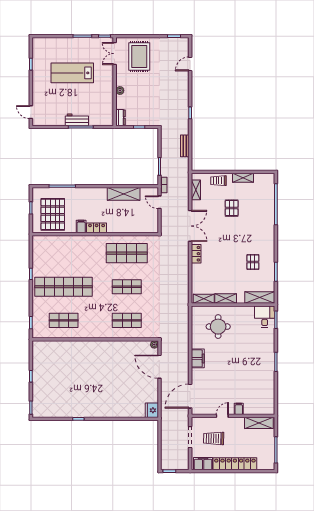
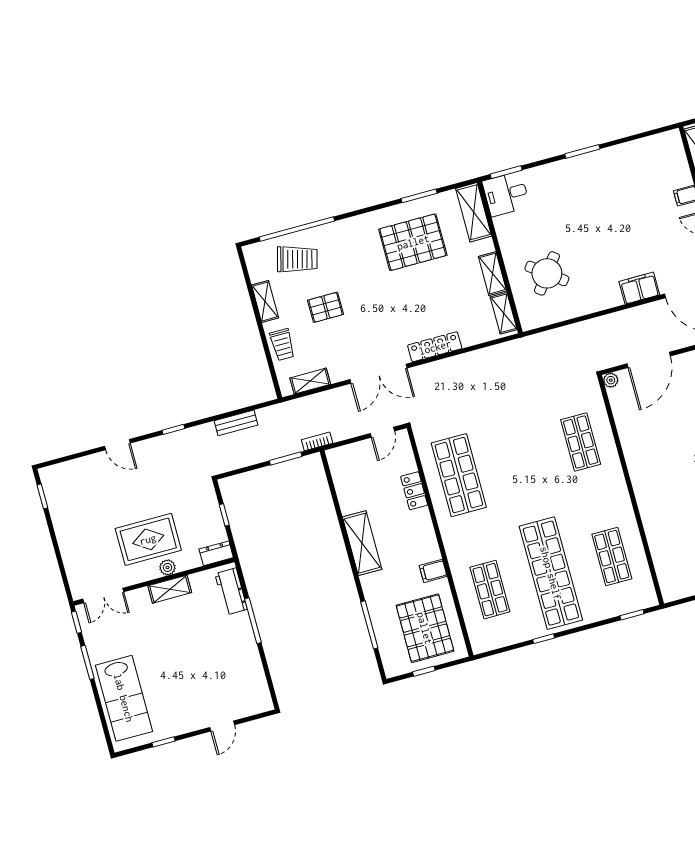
rug: (139, 57) -> (148, 539), moved
door: (190, 64) -> (117, 445), moved
lab bench: (72, 73) -> (124, 698), moved
shelving: (108, 89) -> (170, 589), added
door: (31, 112) -> (222, 726), moved
workbench: (77, 120) -> (231, 591), moved
shelving: (124, 194) -> (362, 543), moved
trolley: (260, 200) -> (297, 259), added
door: (159, 202) -> (382, 432), moved
pallet: (53, 214) -> (425, 628), turned 90
double door: (190, 226) -> (378, 374), swing flipped
locker: (97, 228) -> (414, 491), moved
locker: (196, 254) -> (435, 347), width x1.53
pallet: (253, 262) -> (413, 242), width x2.05, depth x2.00
shop shelf: (127, 287) -> (490, 590), moved
round table: (218, 327) -> (547, 273), turned 37
filing cabinet: (198, 358) -> (639, 288), moved

